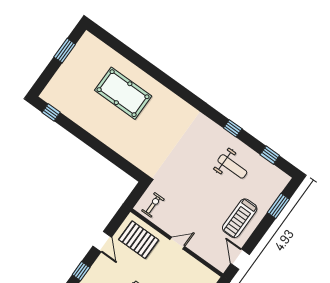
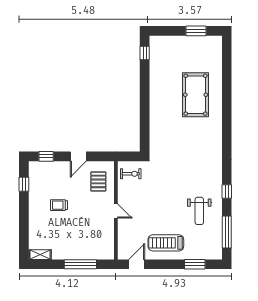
window: (270, 155) -> (227, 232), width x2.17
pallet: (139, 240) -> (98, 181), width x0.67, depth x0.71

